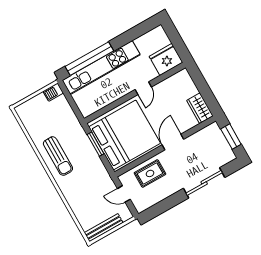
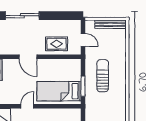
bed: (125, 135) -> (59, 91), width x0.49
door: (173, 142) -> (28, 57), hinge flipped
sun lounger: (58, 156) -> (103, 76), moved

